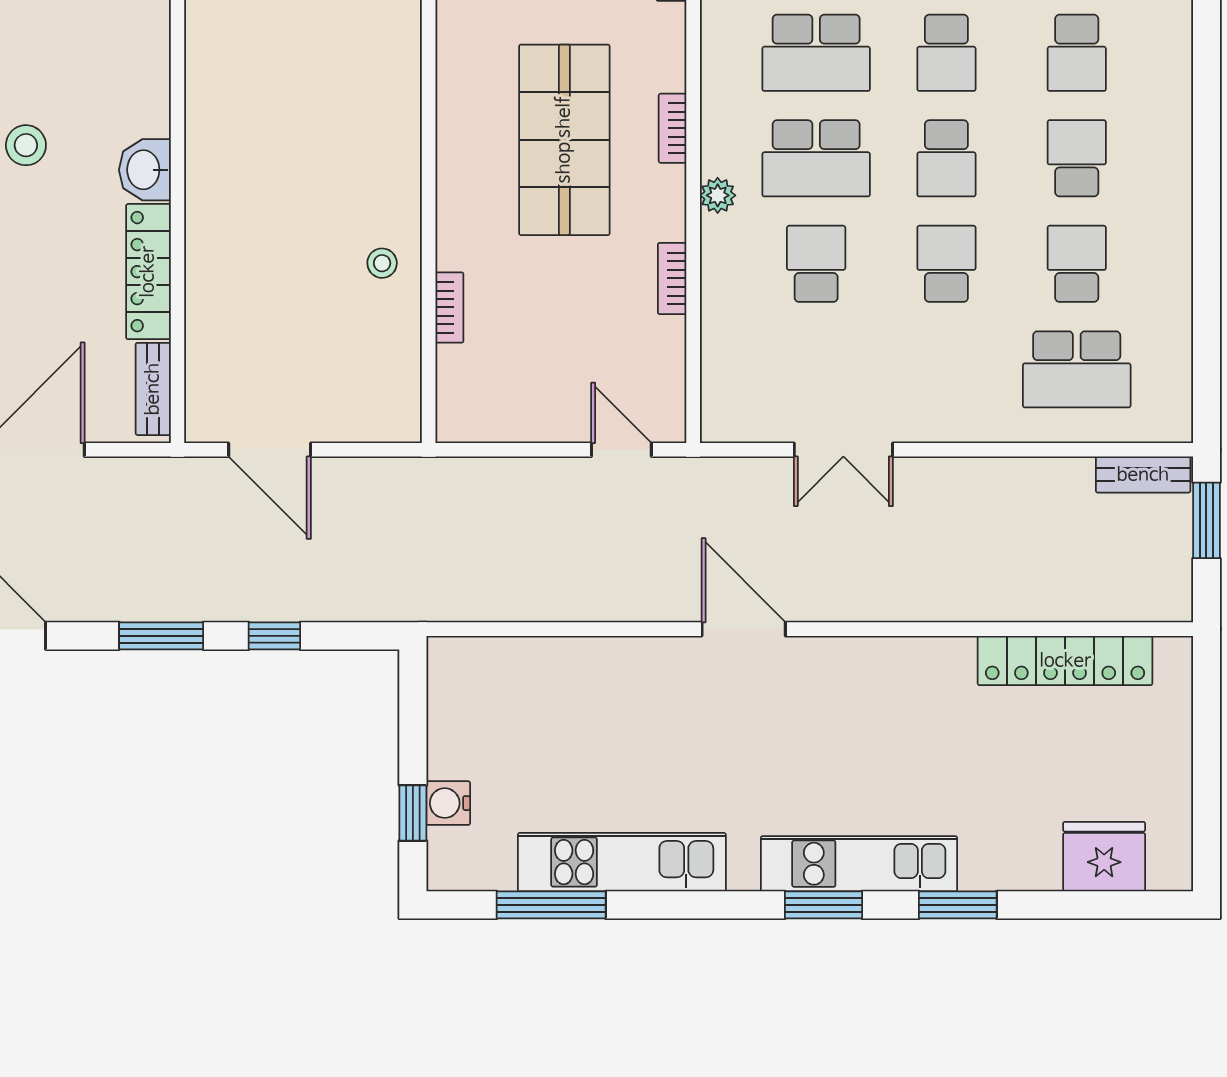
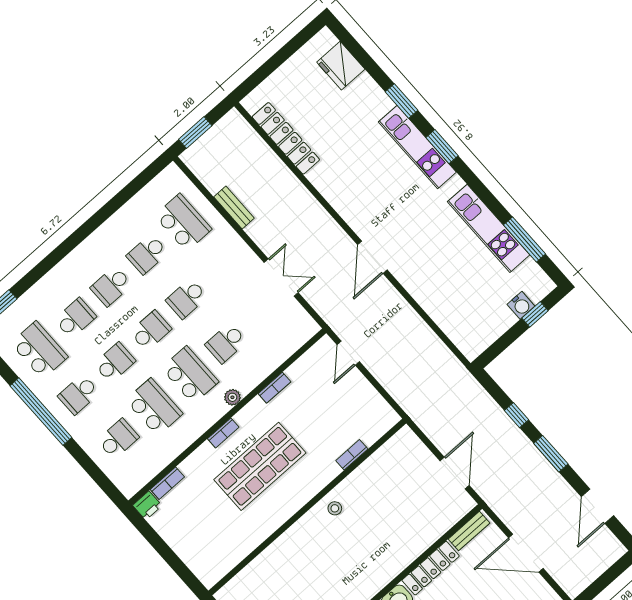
stool: (382, 263) -> (335, 508), moved
bench: (1143, 475) -> (234, 207), moved

